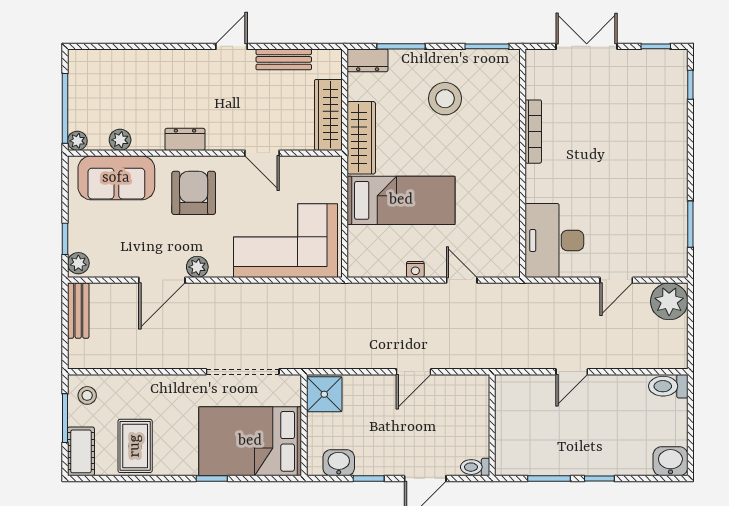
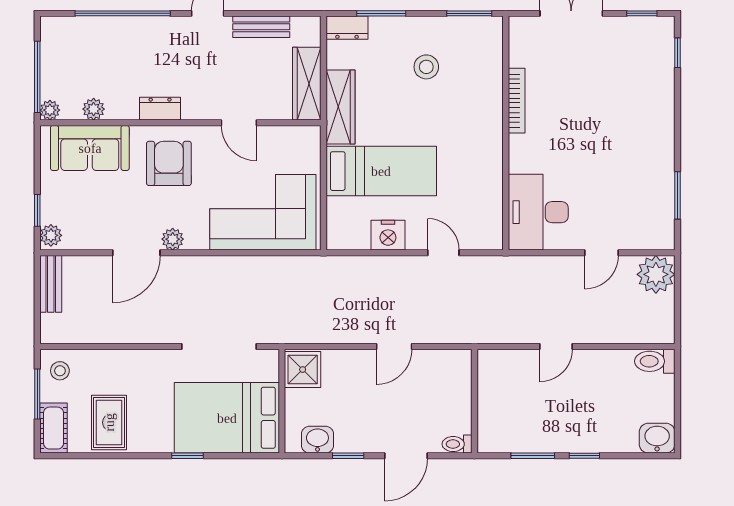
window: (148, 46) -> (123, 13), added
stool: (445, 99) -> (426, 67), width x0.73, depth x0.73
nightstand: (415, 269) -> (388, 235), width x1.89, depth x1.79

